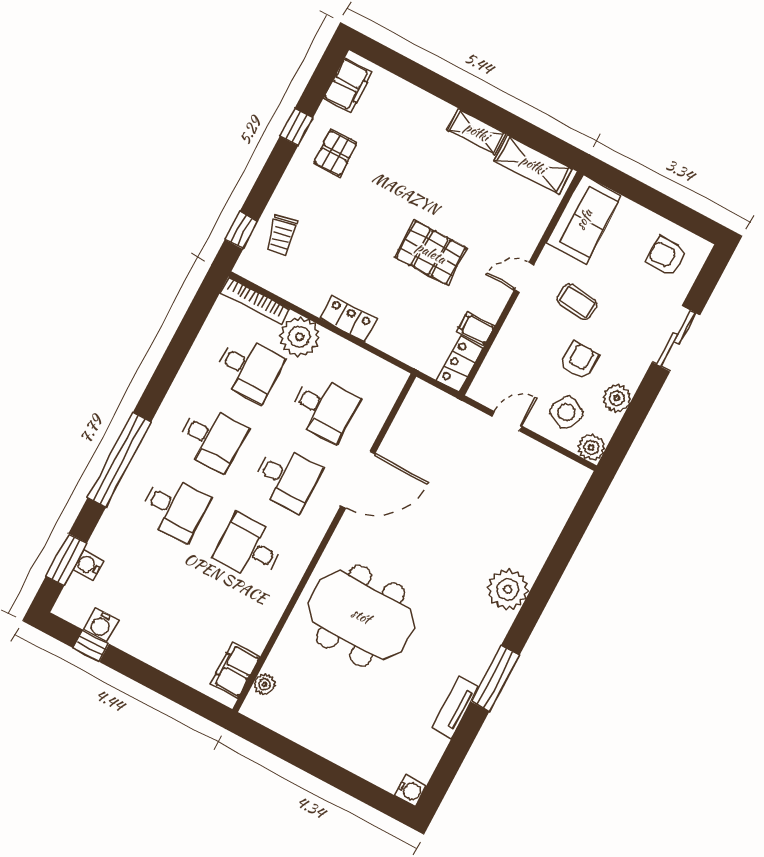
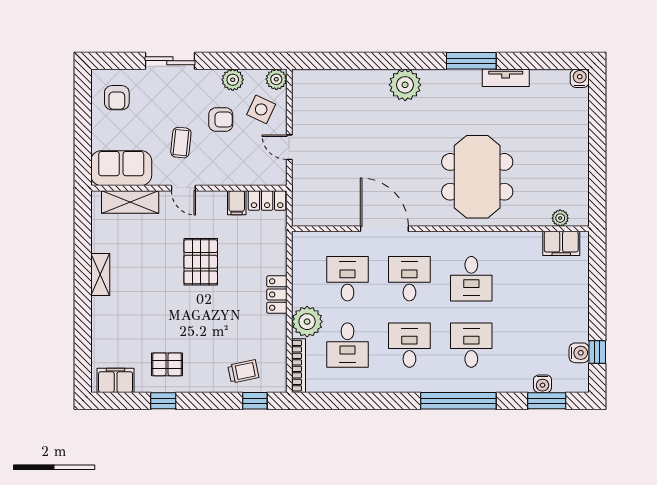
shelving: (533, 165) -> (130, 202), moved, turned 90
armchair: (579, 361) -> (221, 120), turned 180
desk: (249, 368) -> (348, 345), turned 180

